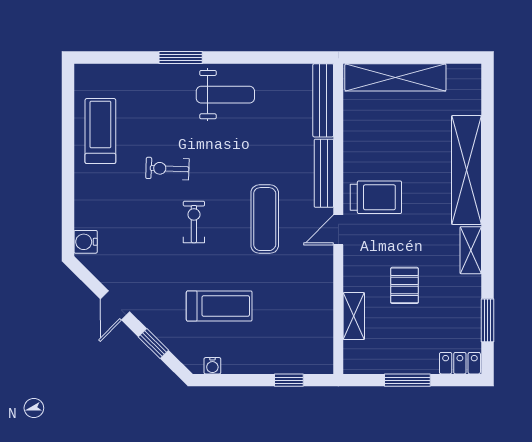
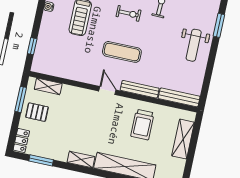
shelving: (395, 77) -> (183, 139), width x0.68
trolley: (376, 197) -> (142, 125), moved
pallet: (405, 285) -> (37, 112), moved
shelving: (354, 316) -> (48, 86), moved
window: (407, 380) -> (21, 99), moved

